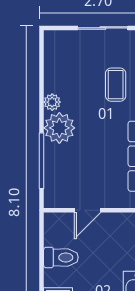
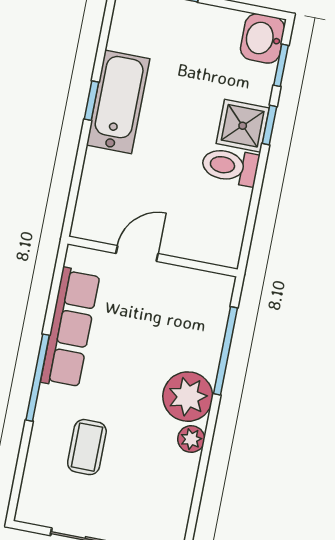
door: (88, 210) -> (137, 254), moved
toilet: (61, 257) -> (230, 166), moved

